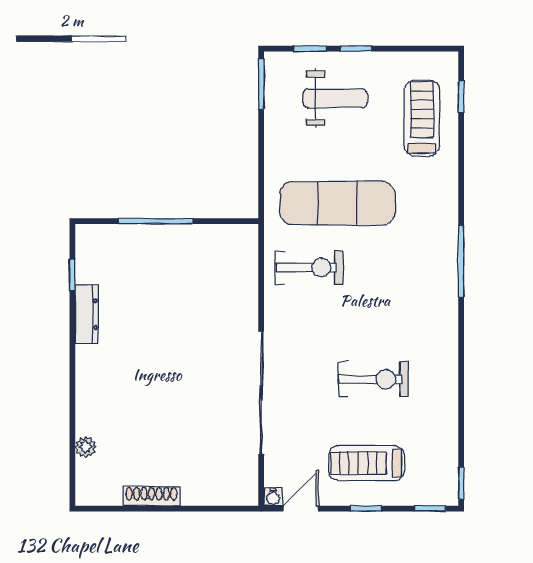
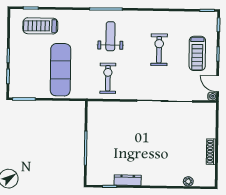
weight bench: (335, 98) -> (110, 36), moved
exercise mat: (337, 203) -> (60, 70), moved

